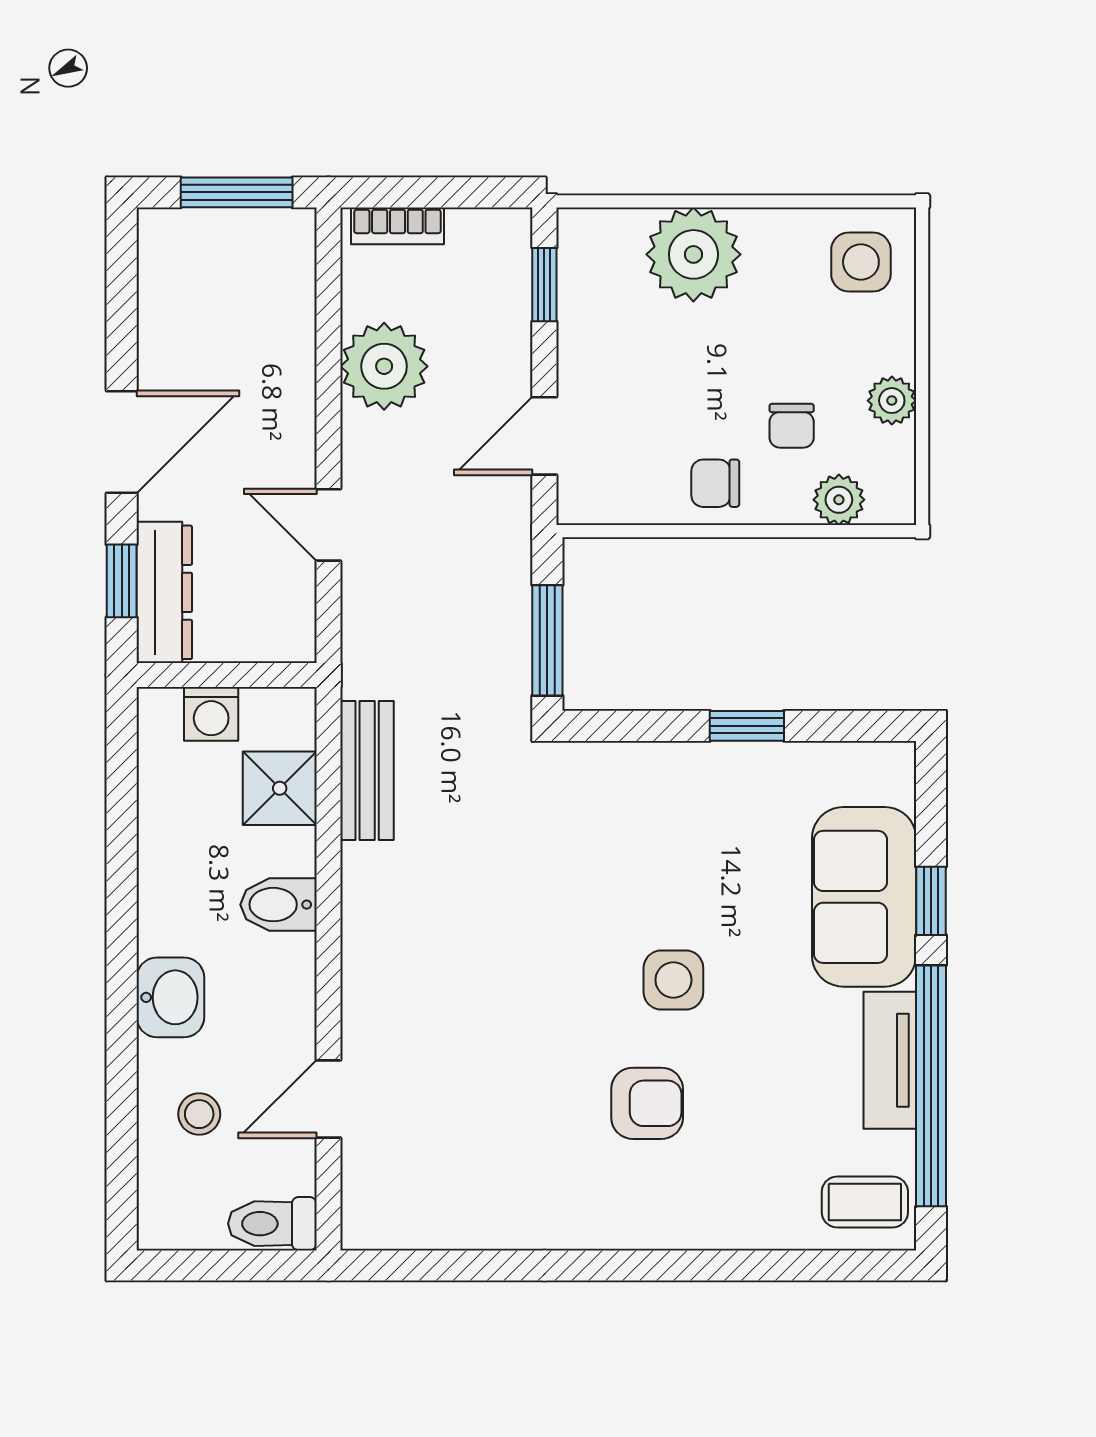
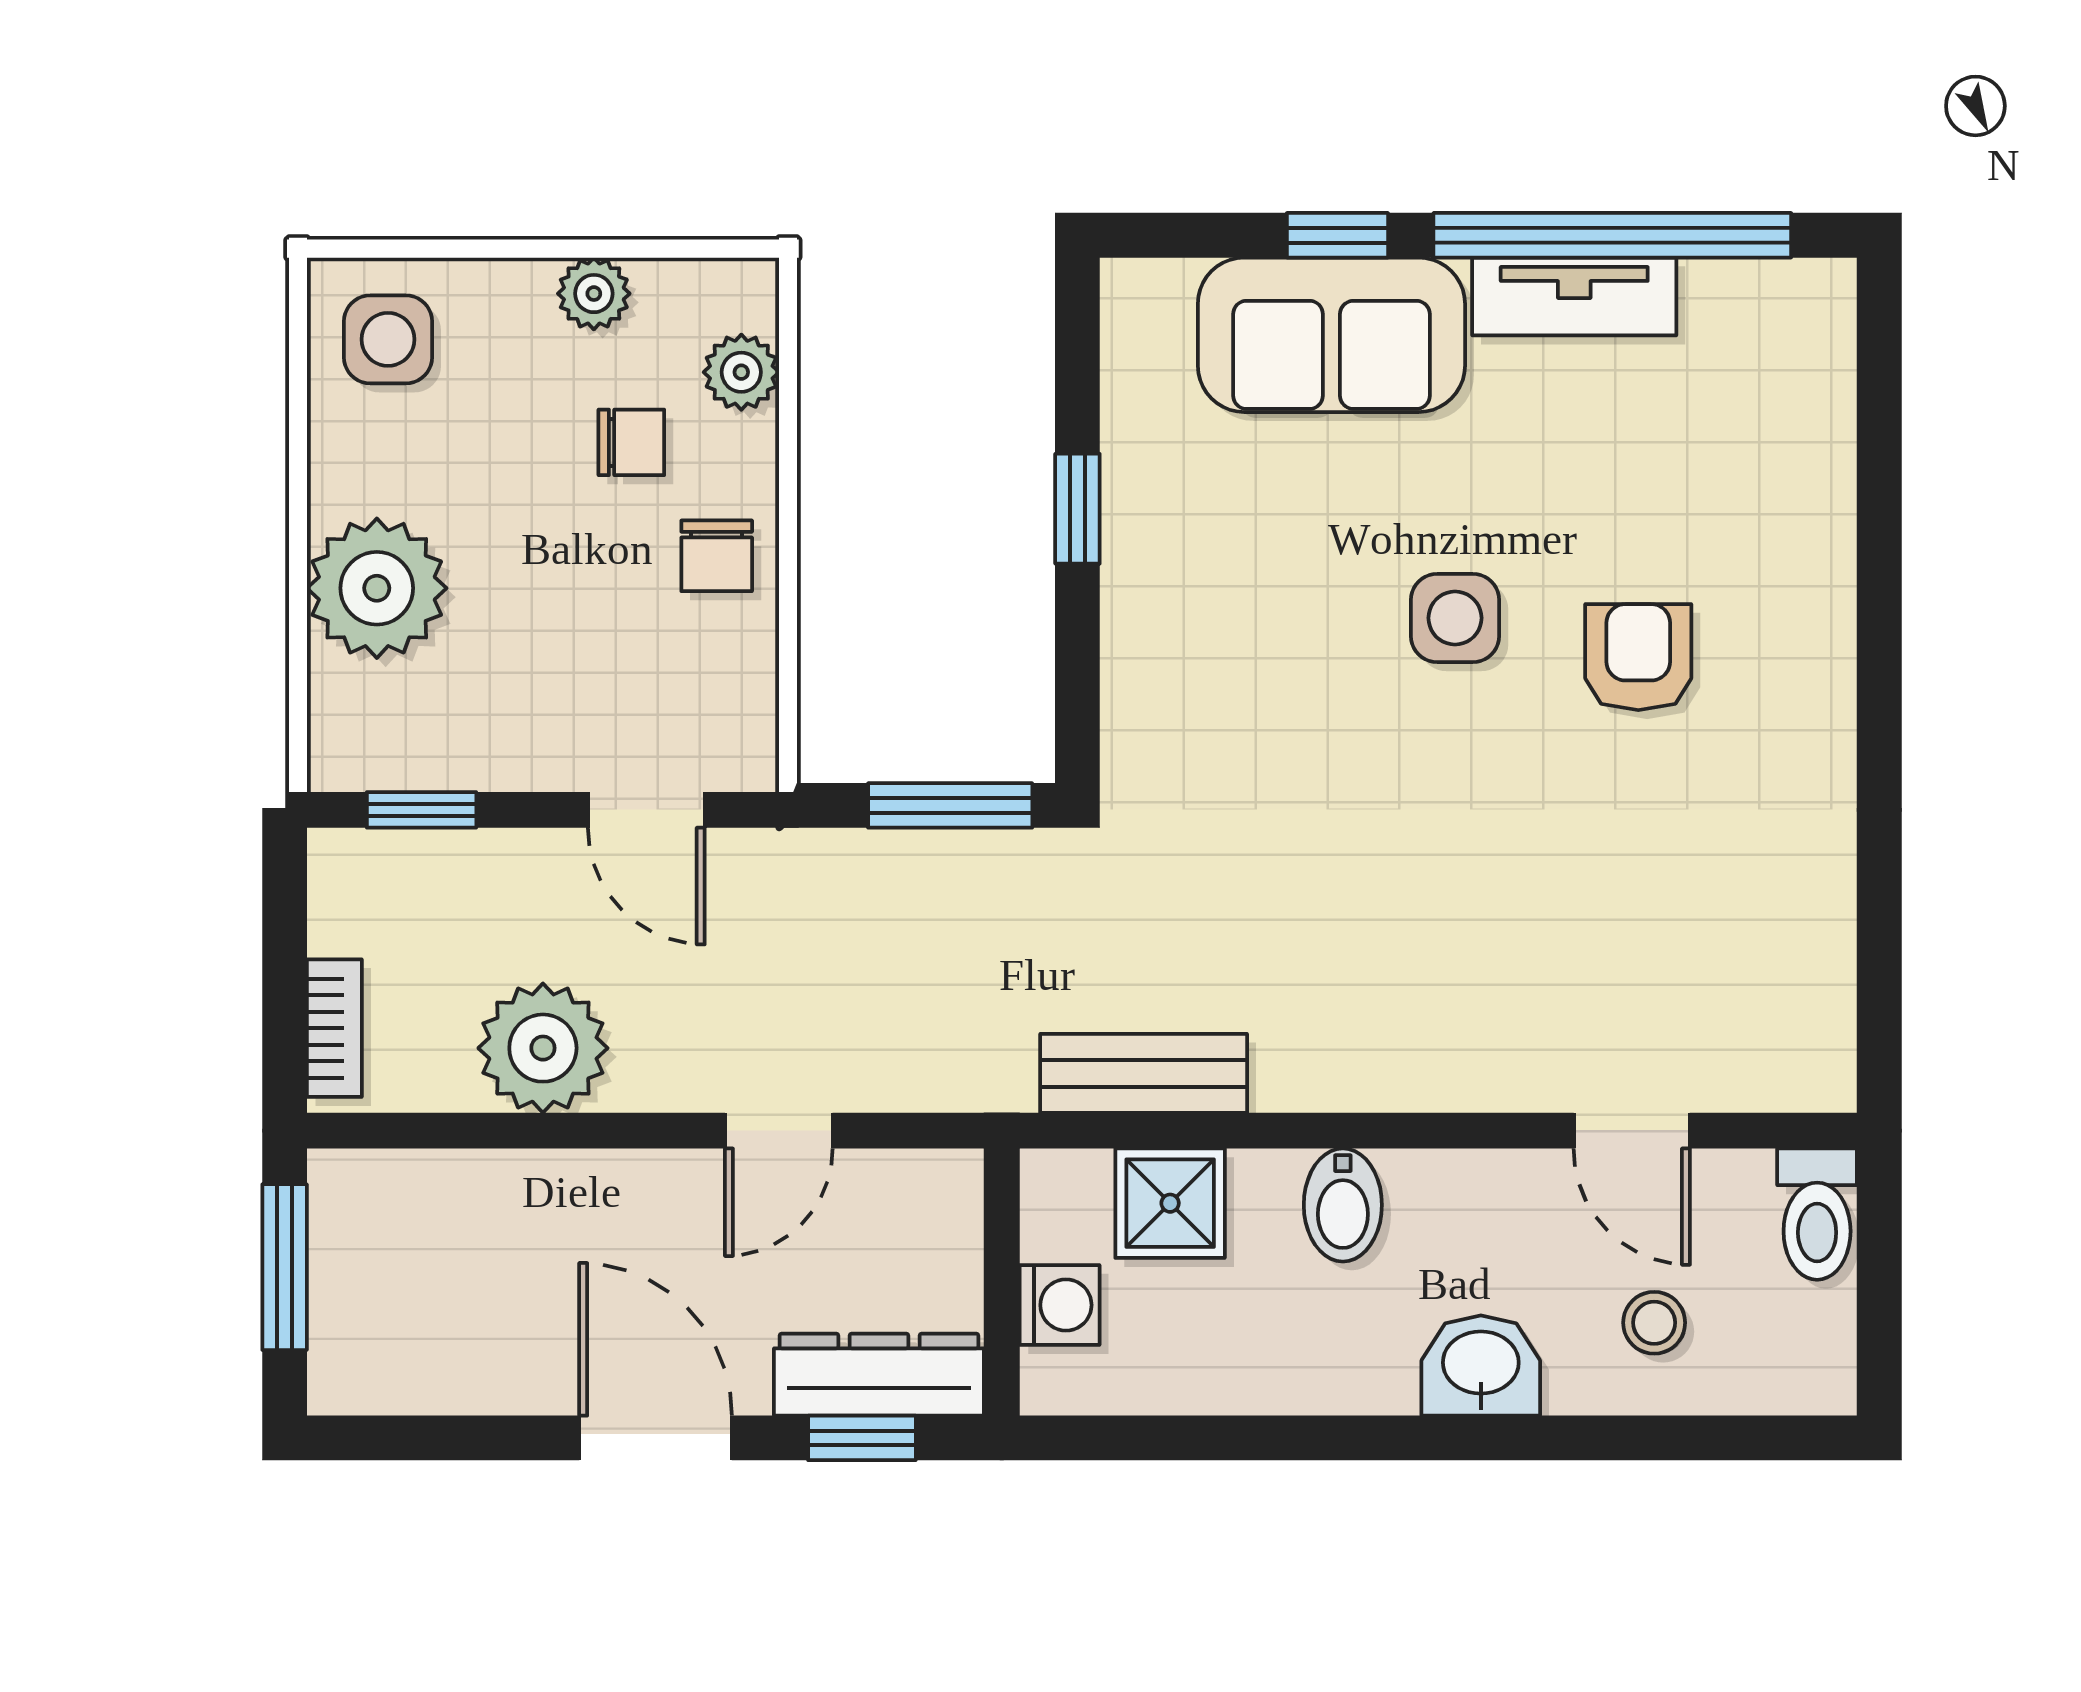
coffee table: (865, 1202) -> (1785, 334), removed

